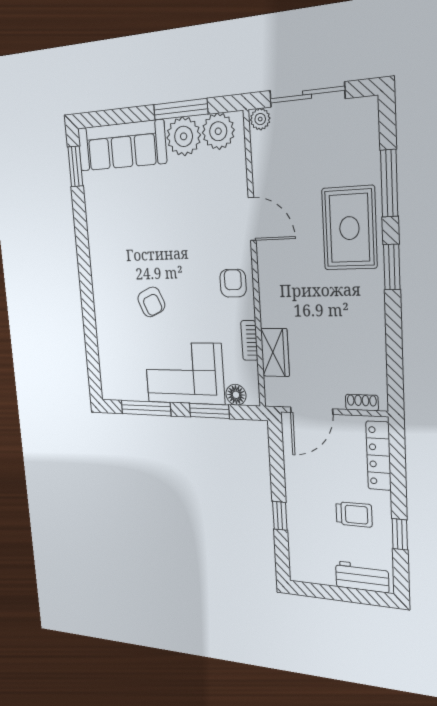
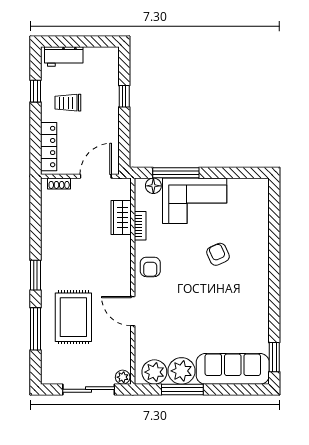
rug: (349, 228) -> (73, 317), moved
window: (146, 408) -> (230, 173), removed
window: (209, 411) -> (176, 173), width x1.44

